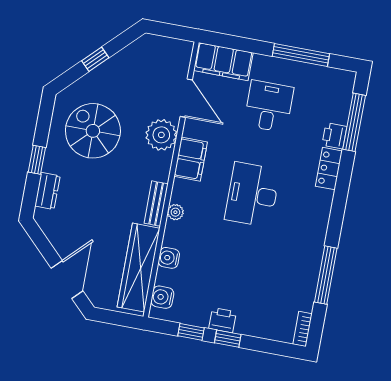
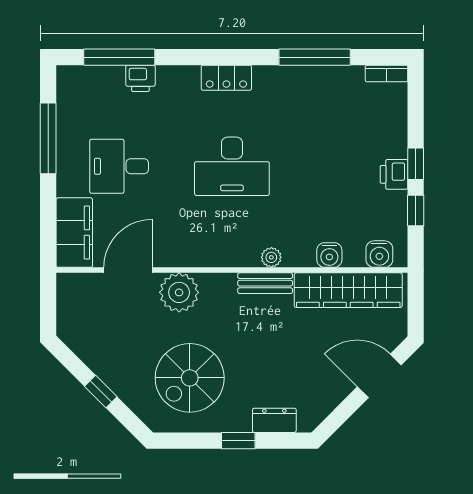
filing cabinet: (191, 159) -> (202, 251), removed
locker: (329, 169) -> (226, 78), moved

